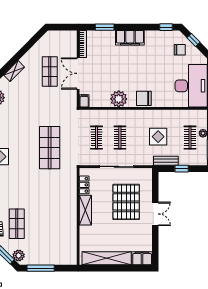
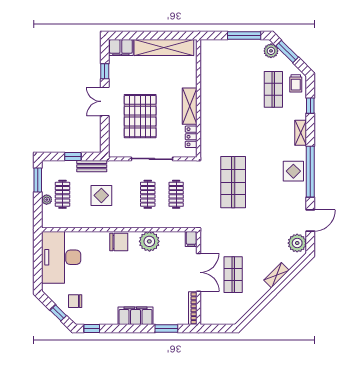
window: (155, 239) -> (105, 71), added

